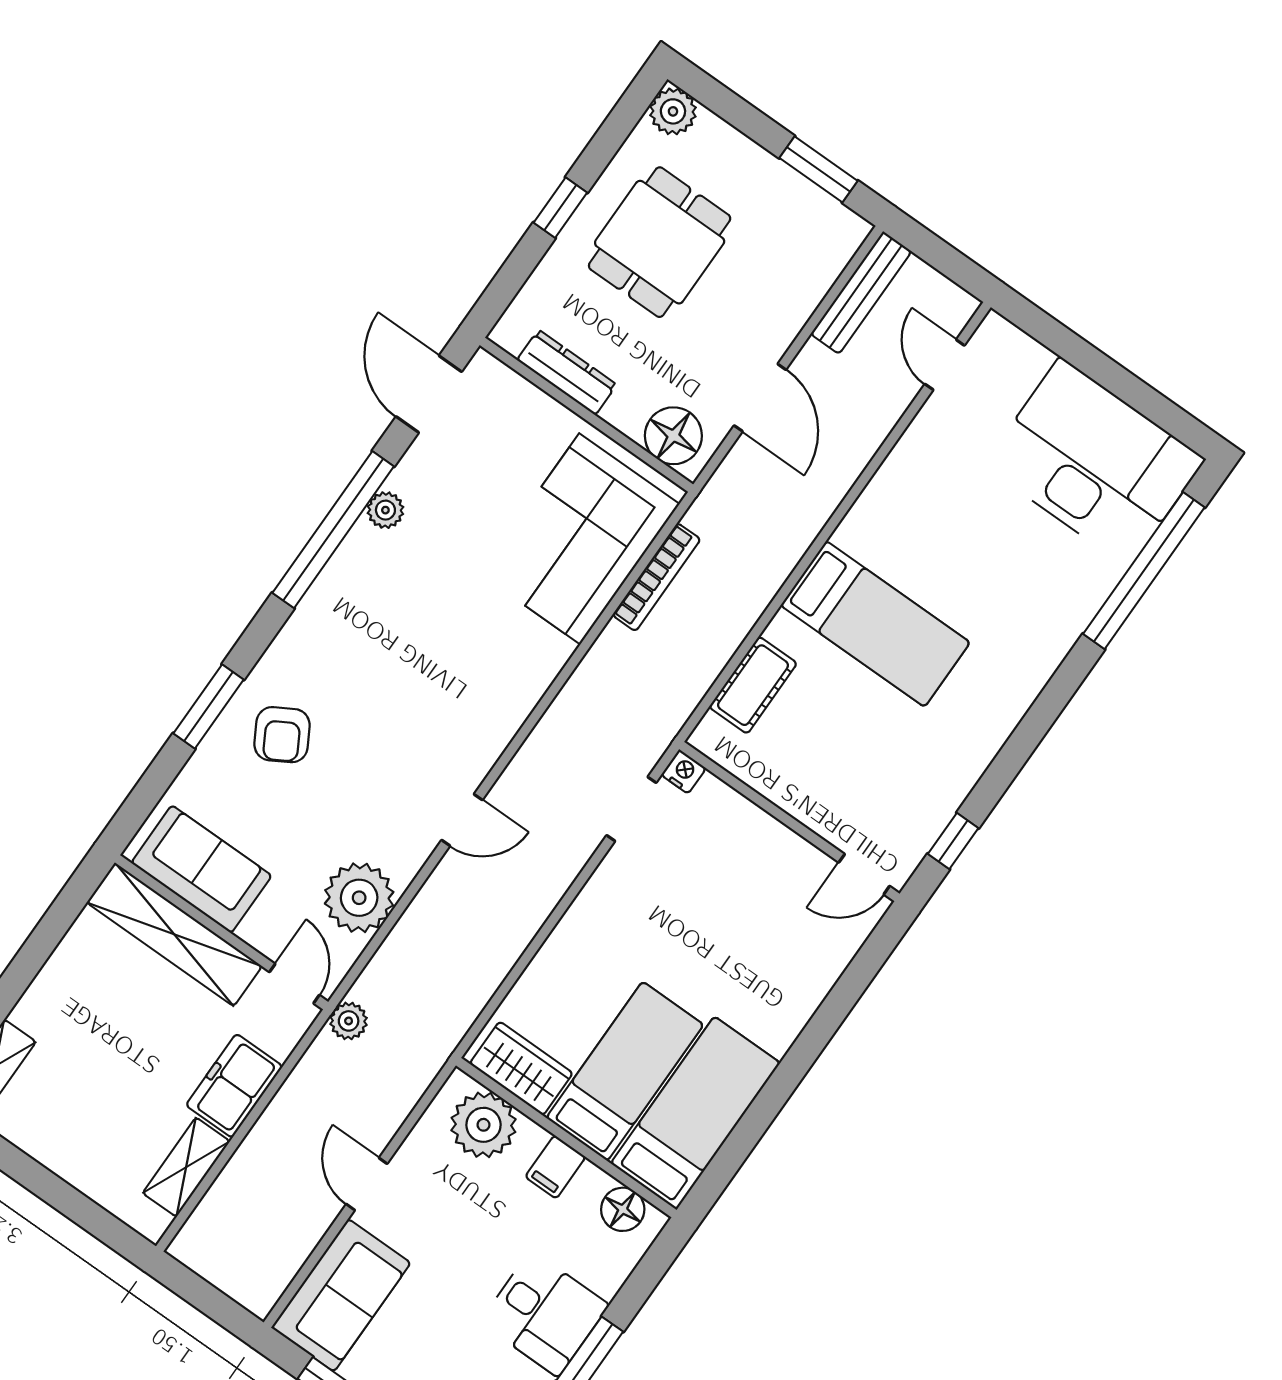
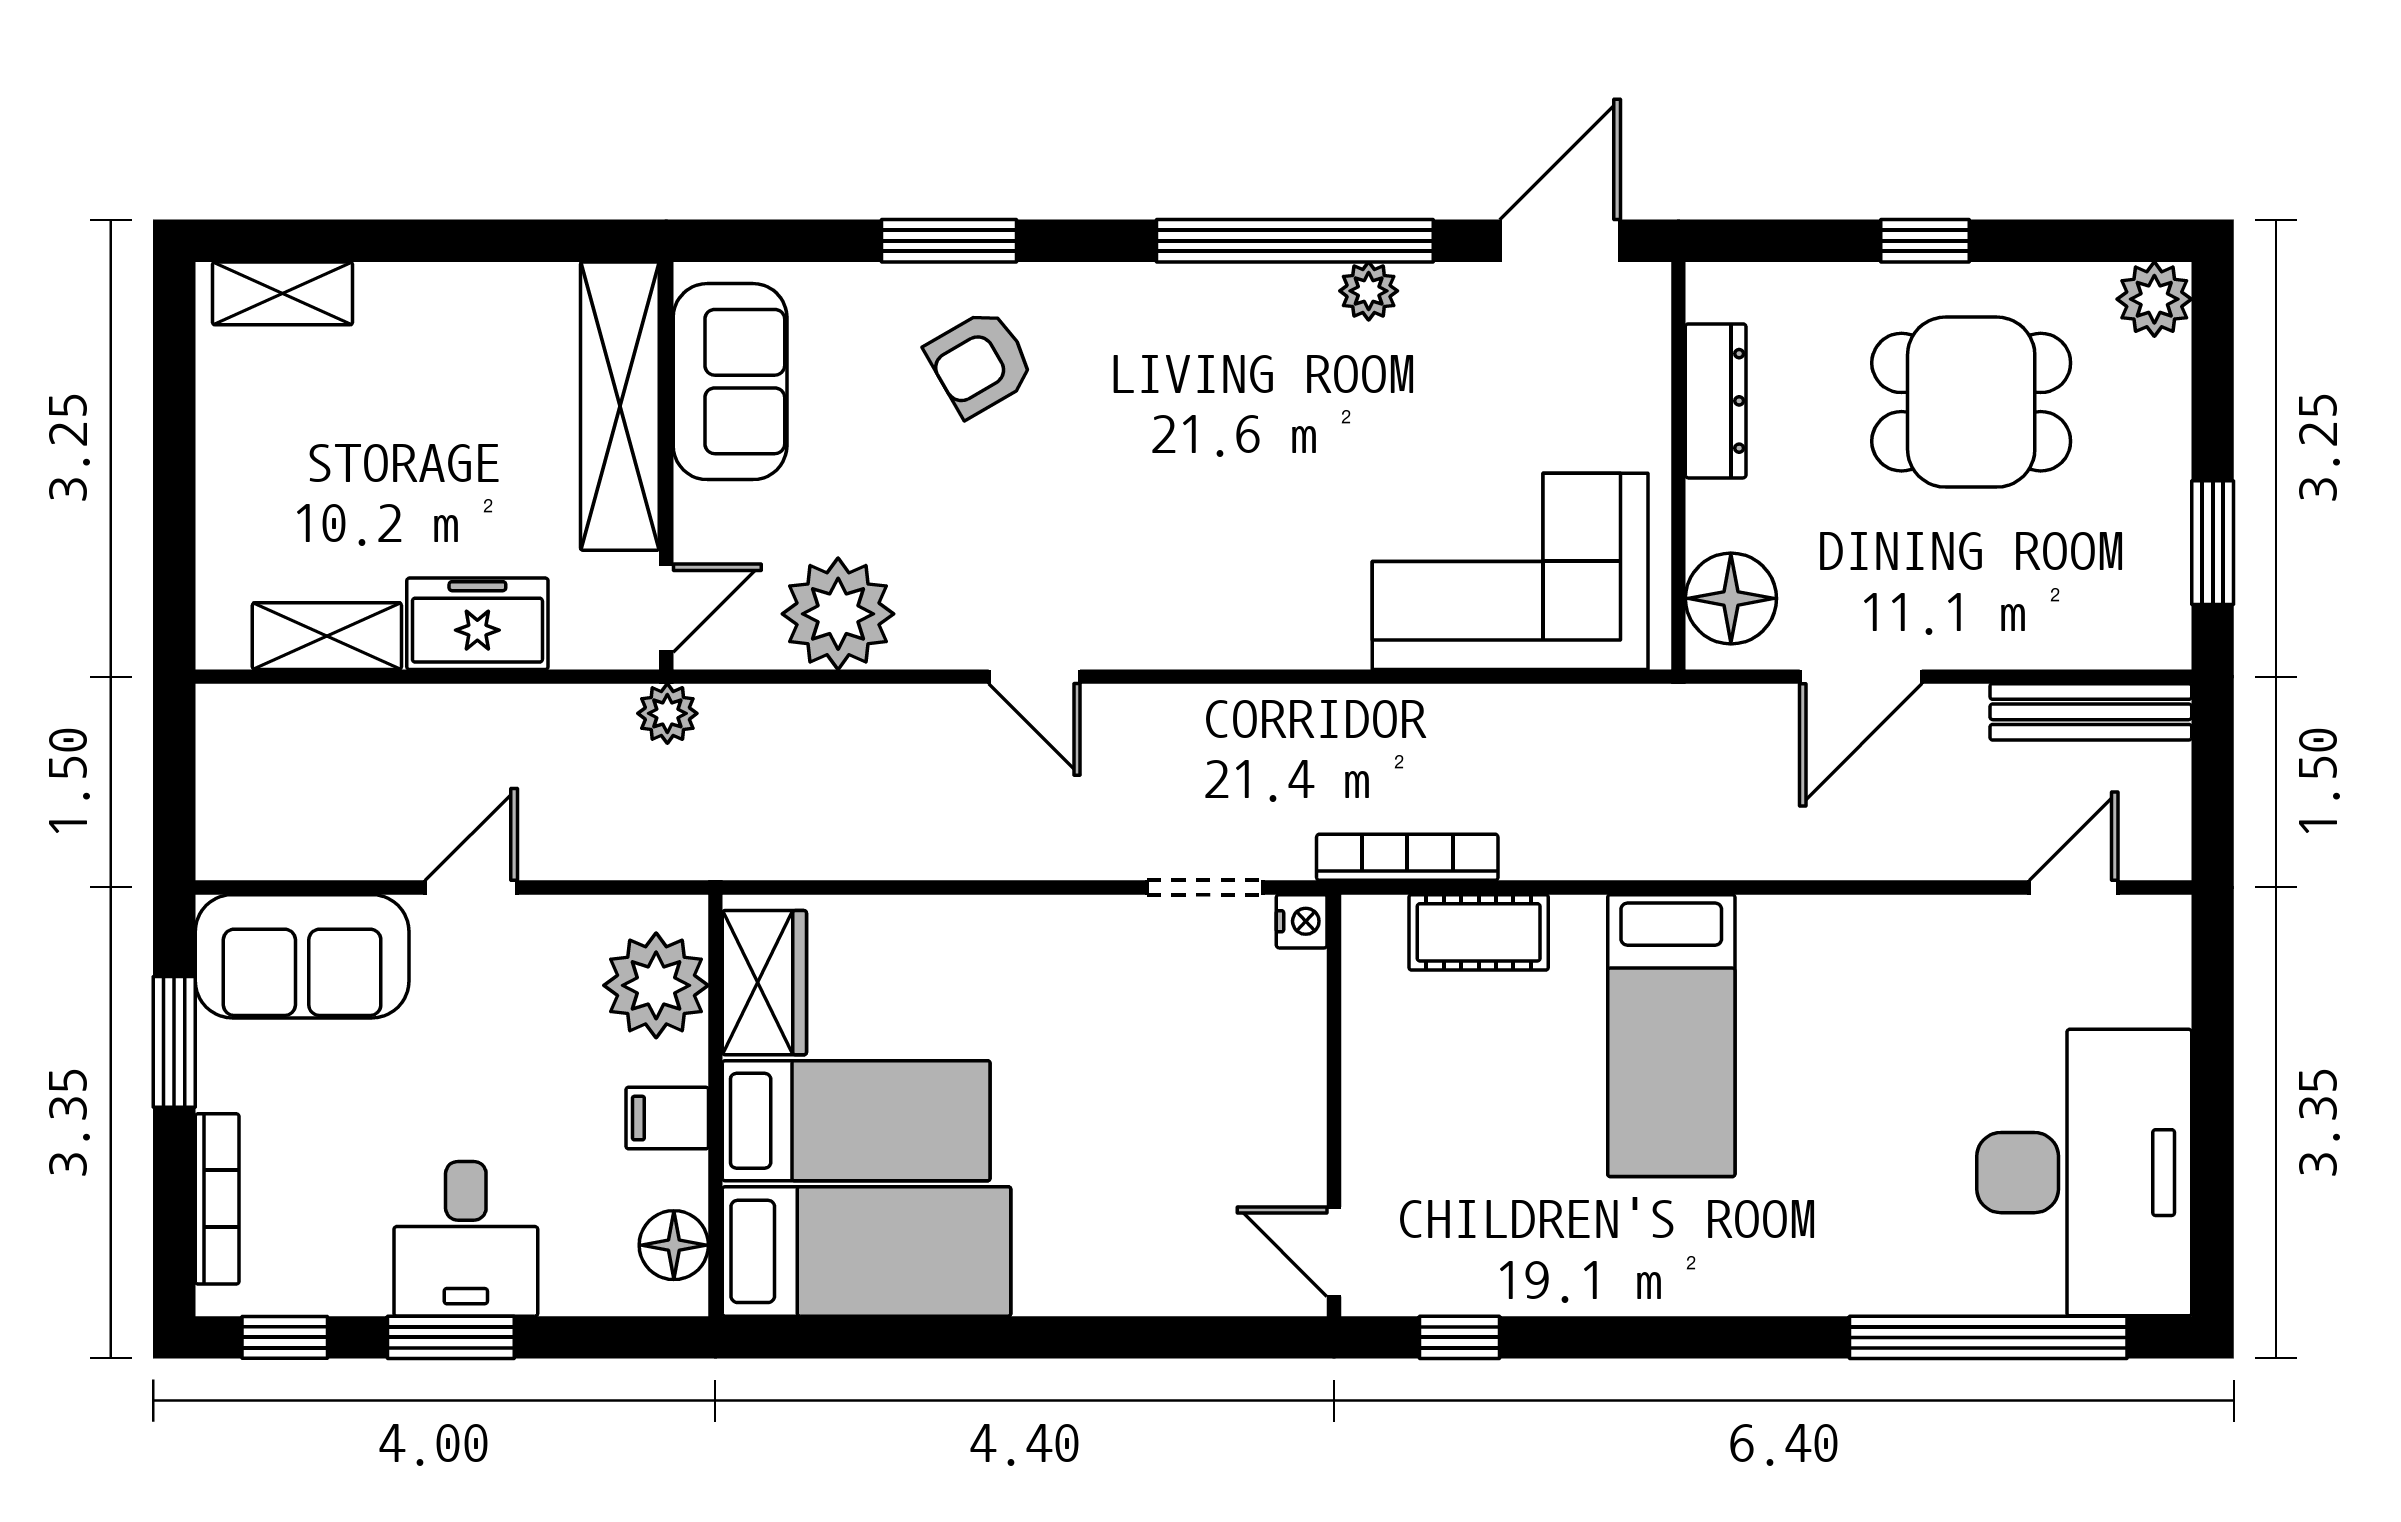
bookcase: (656, 577) -> (1407, 857), moved, turned 180

